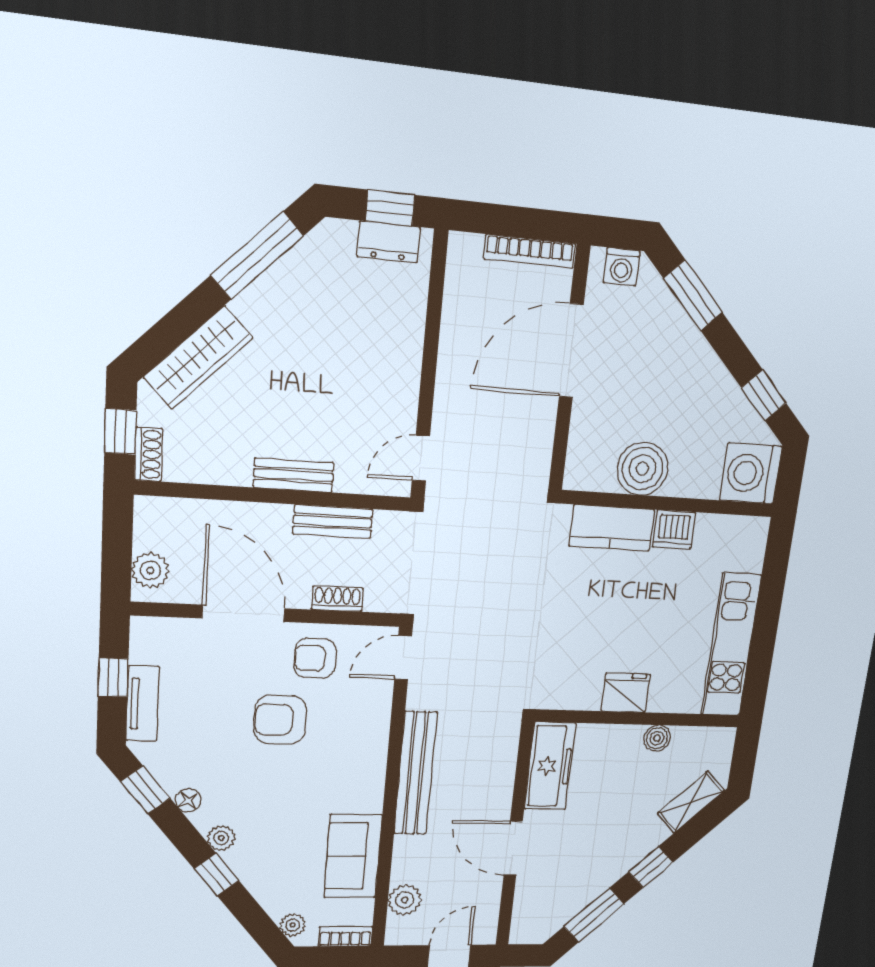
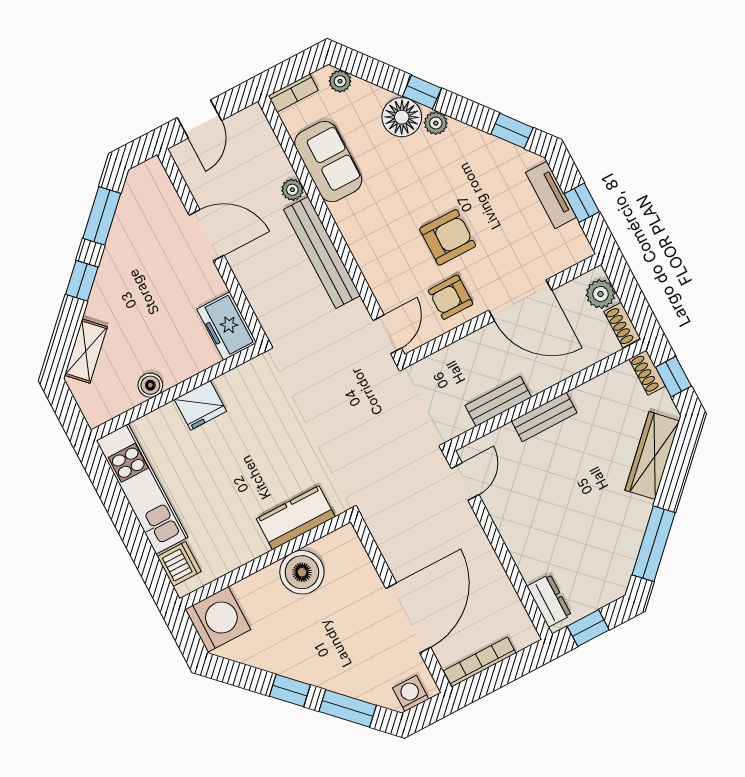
dresser: (388, 242) -> (549, 601), moved, turned 90
window: (764, 395) -> (290, 691), moved
dishwasher: (674, 530) -> (179, 564), moved, turned 90
shoe rack: (337, 599) -> (622, 325), moved, turned 90
armchair: (315, 658) -> (451, 297), turned 180
freezer: (550, 766) -> (227, 326), width x0.71
floor lamp: (188, 800) -> (402, 117), moved, width x1.89, depth x1.89
plant: (405, 900) -> (292, 190), moved, width x0.73, depth x0.73

